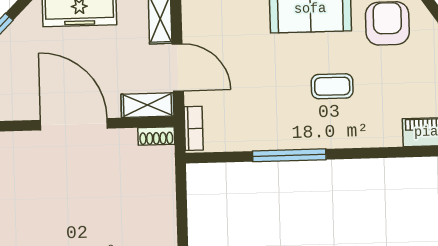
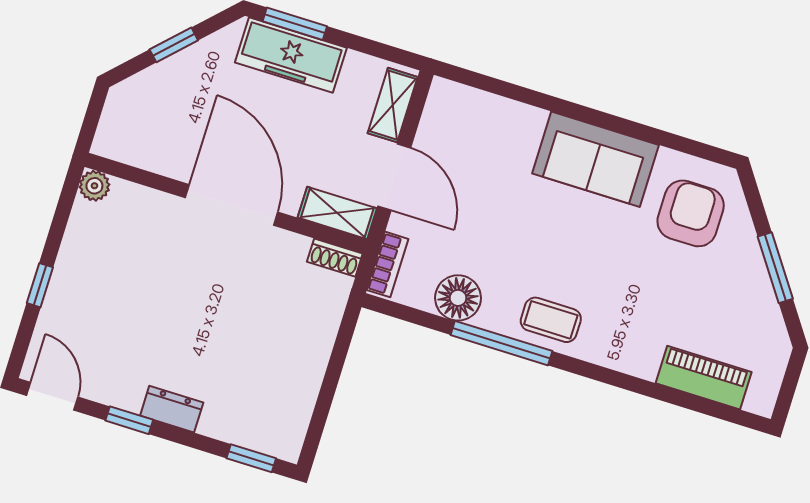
coffee table: (332, 86) -> (551, 320), moved
floor lamp: (249, 135) -> (458, 298), added

